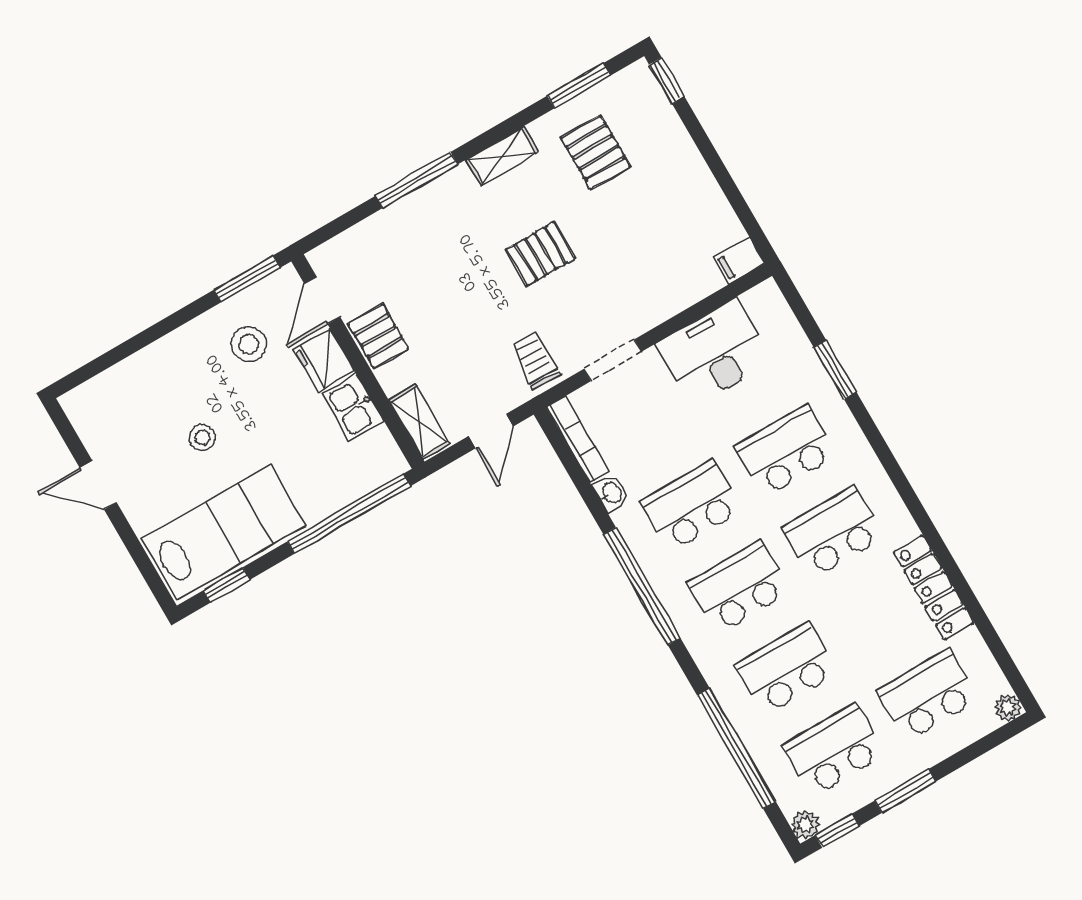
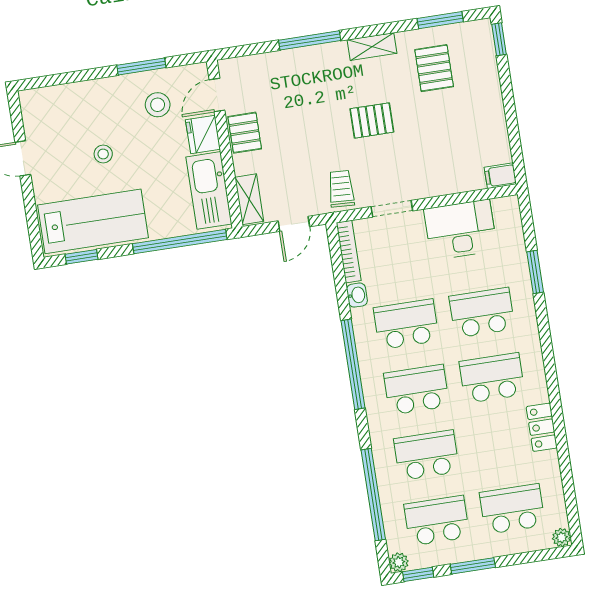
window: (247, 279) -> (141, 66), moved
kitchen sink: (353, 407) -> (209, 190), width x1.88, depth x1.24
locker: (933, 587) -> (542, 427), width x0.66

